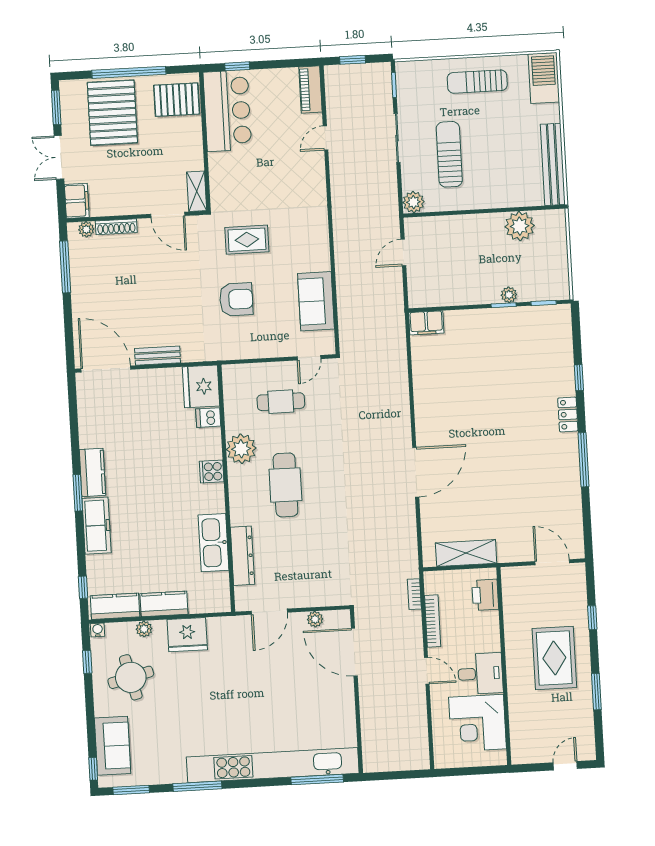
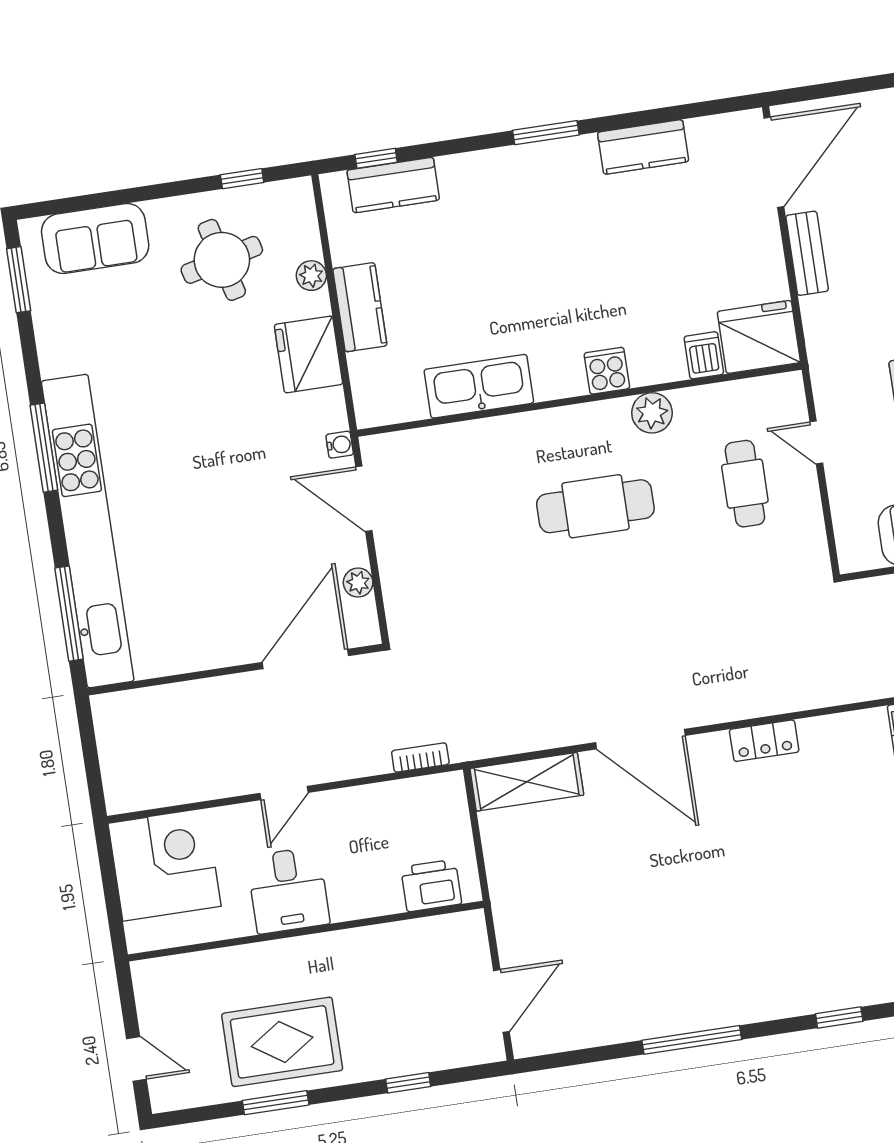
door: (309, 358) -> (816, 443), moved
locker: (568, 414) -> (764, 741), moved, turned 180
plant: (241, 449) -> (652, 413), width x0.73, depth x0.73
kitchen counter: (92, 472) -> (643, 147), moved
freezer: (97, 526) -> (490, 172), removed
shelving: (466, 553) -> (527, 782), moved, turned 90
dresser: (242, 556) -> (460, 441), removed
kitchen counter: (115, 606) -> (393, 185), moved, turned 90
bookcase: (433, 621) -> (375, 795), removed
water cooler: (98, 630) -> (340, 445), moved
rug: (554, 658) -> (282, 1042), moved
corner desk: (478, 723) -> (164, 865), moved, turned 90
window: (93, 769) -> (50, 208), removed
window: (197, 786) -> (44, 448), moved

